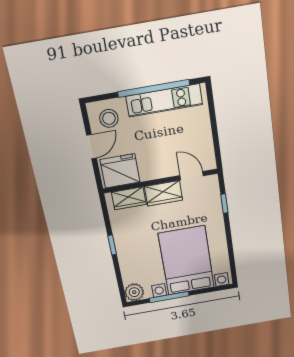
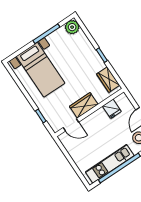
fridge: (120, 171) -> (112, 109), width x0.53, depth x0.75
wardrobe: (129, 198) -> (108, 80), moved, turned -90
bed with nightstands: (186, 261) -> (41, 70), width x0.73

